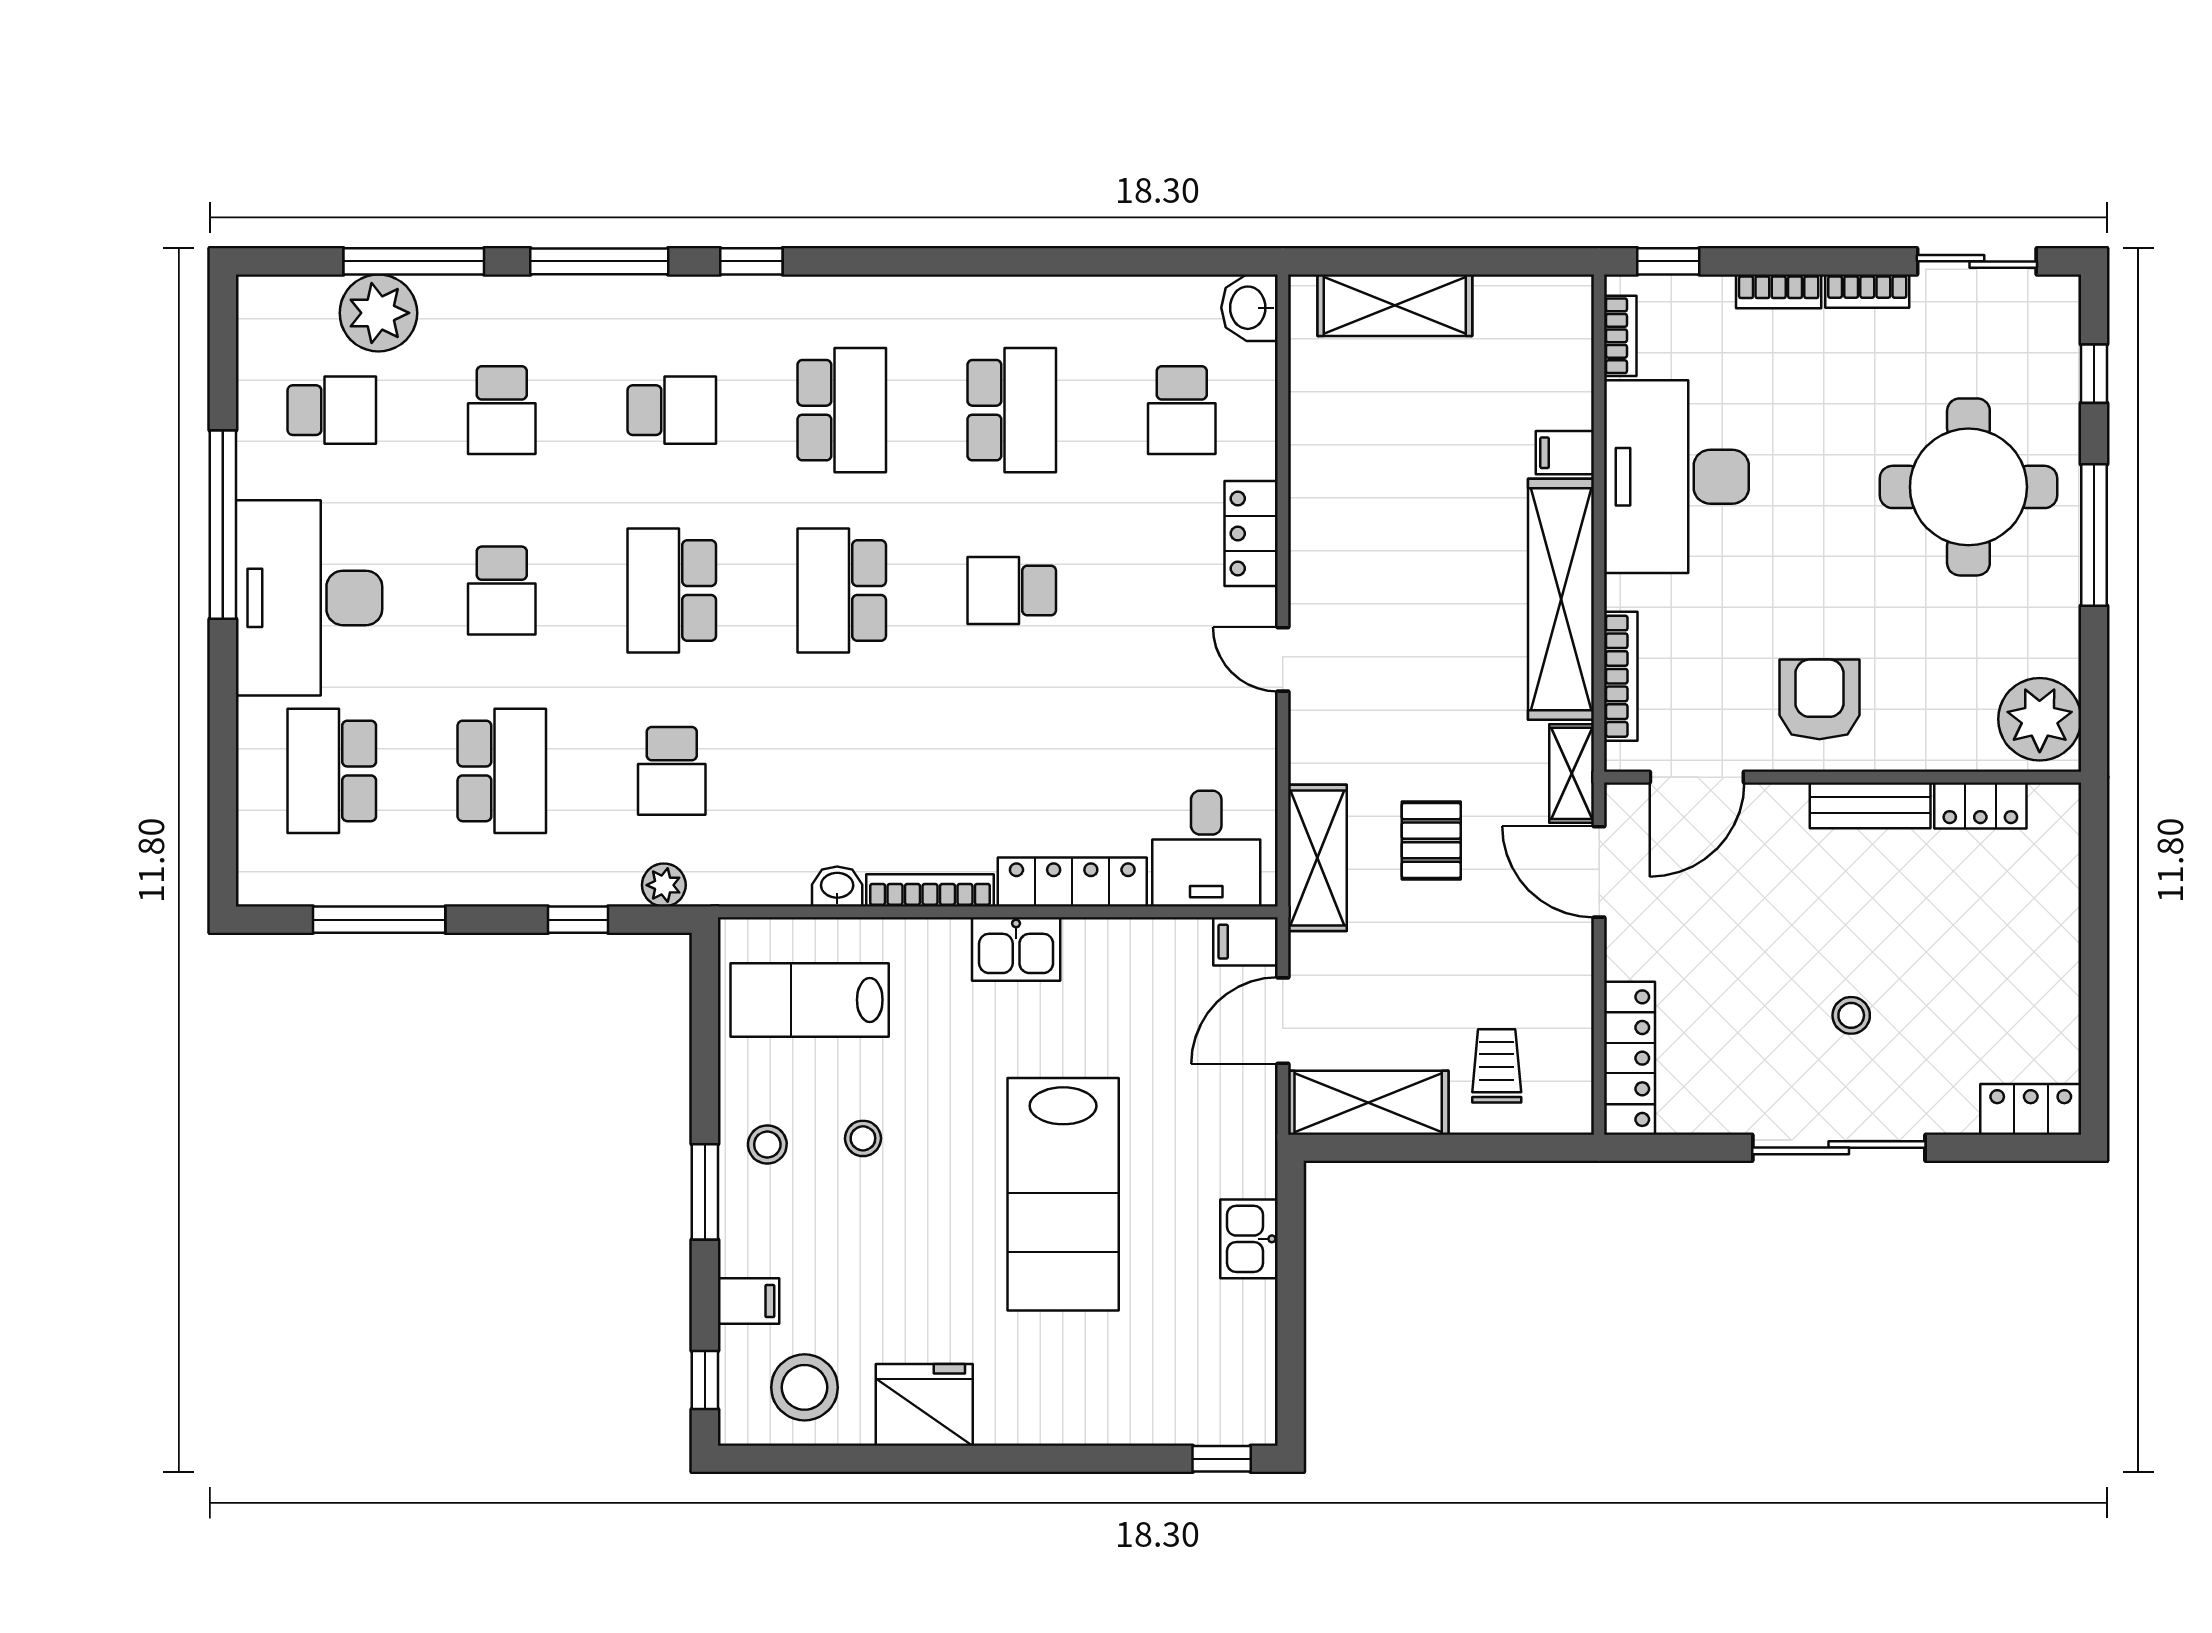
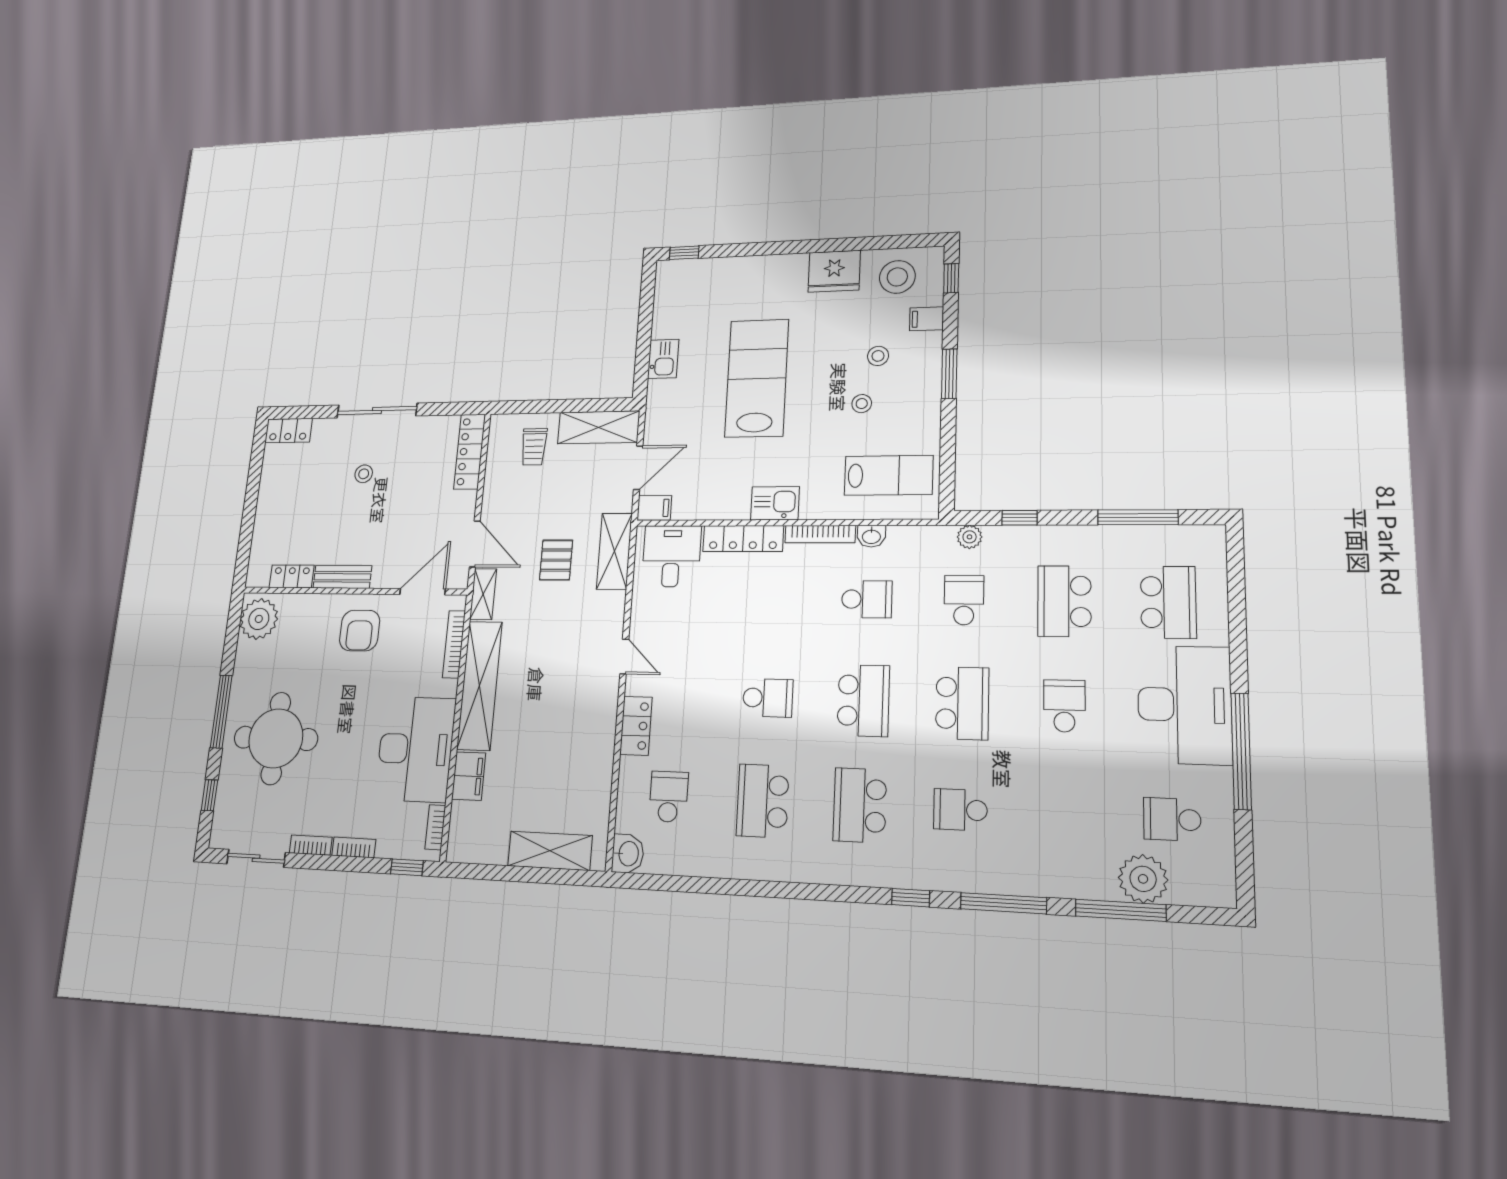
school desk: (502, 410) -> (867, 599), moved, turned 90
filing cabinet: (1565, 453) -> (469, 776), width x2.00
stool: (767, 1144) -> (878, 356), moved

